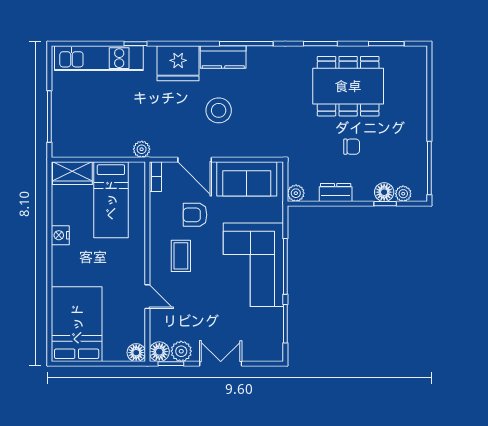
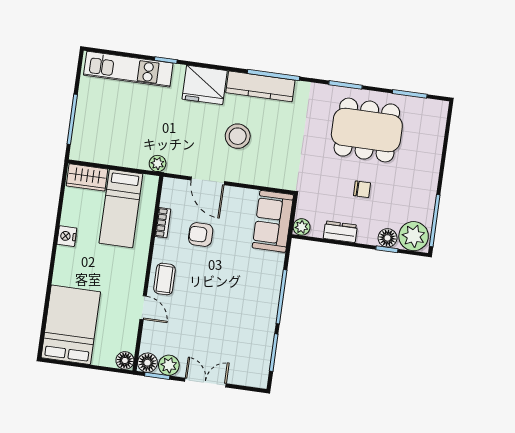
kitchen counter: (223, 57) -> (260, 86), width x1.50
bookcase: (155, 177) -> (163, 223), moved
sofa: (247, 179) -> (273, 221), moved, turned 90
plant: (403, 194) -> (414, 236), width x1.88, depth x1.88
coffee table: (181, 256) -> (164, 279), moved
corner sofa: (253, 265) -> (251, 291), removed

